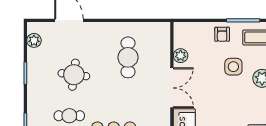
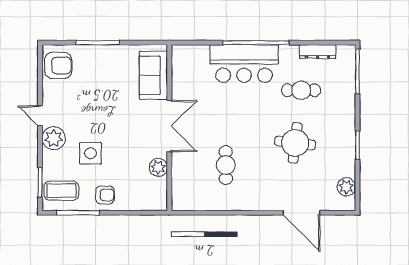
armchair: (222, 34) -> (105, 195), turned 90
cafe table: (128, 57) -> (226, 165), width x0.73, depth x0.74
double door: (172, 88) -> (169, 126), swing flipped

